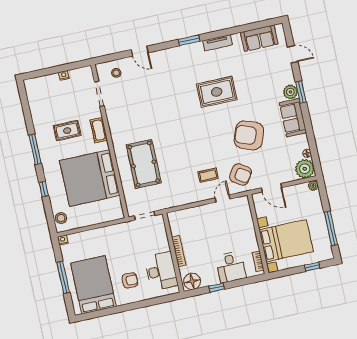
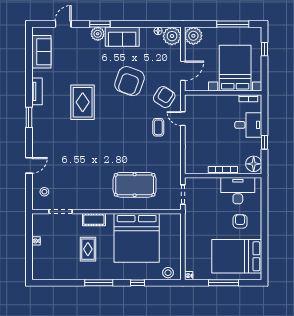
plant: (313, 185) -> (193, 36), width x1.88, depth x1.88

